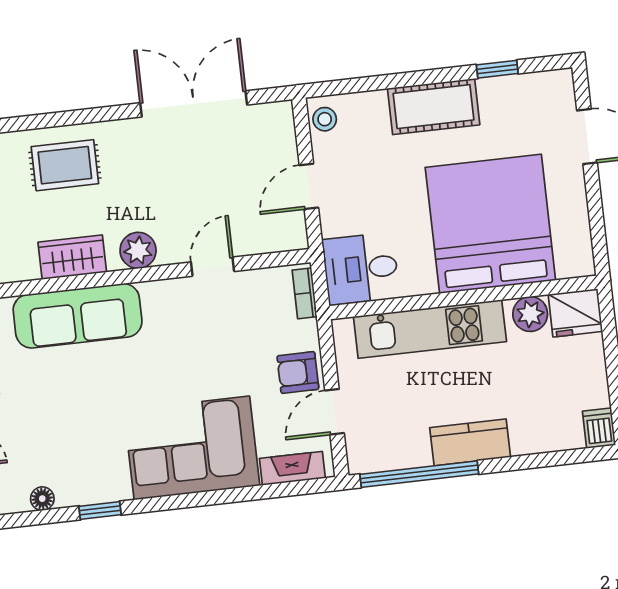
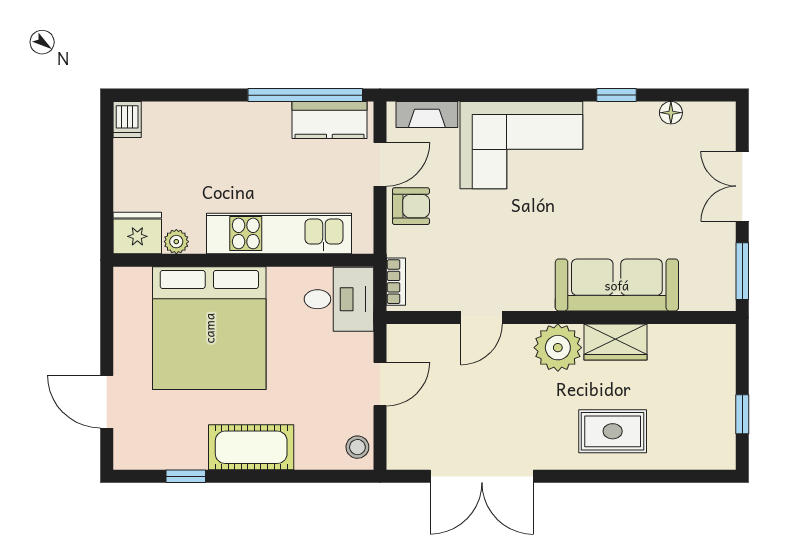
plant: (138, 250) -> (558, 348), width x1.36, depth x1.36
plant: (530, 314) -> (176, 242), width x0.73, depth x0.73
kitchen counter: (470, 442) -> (329, 120), moved

